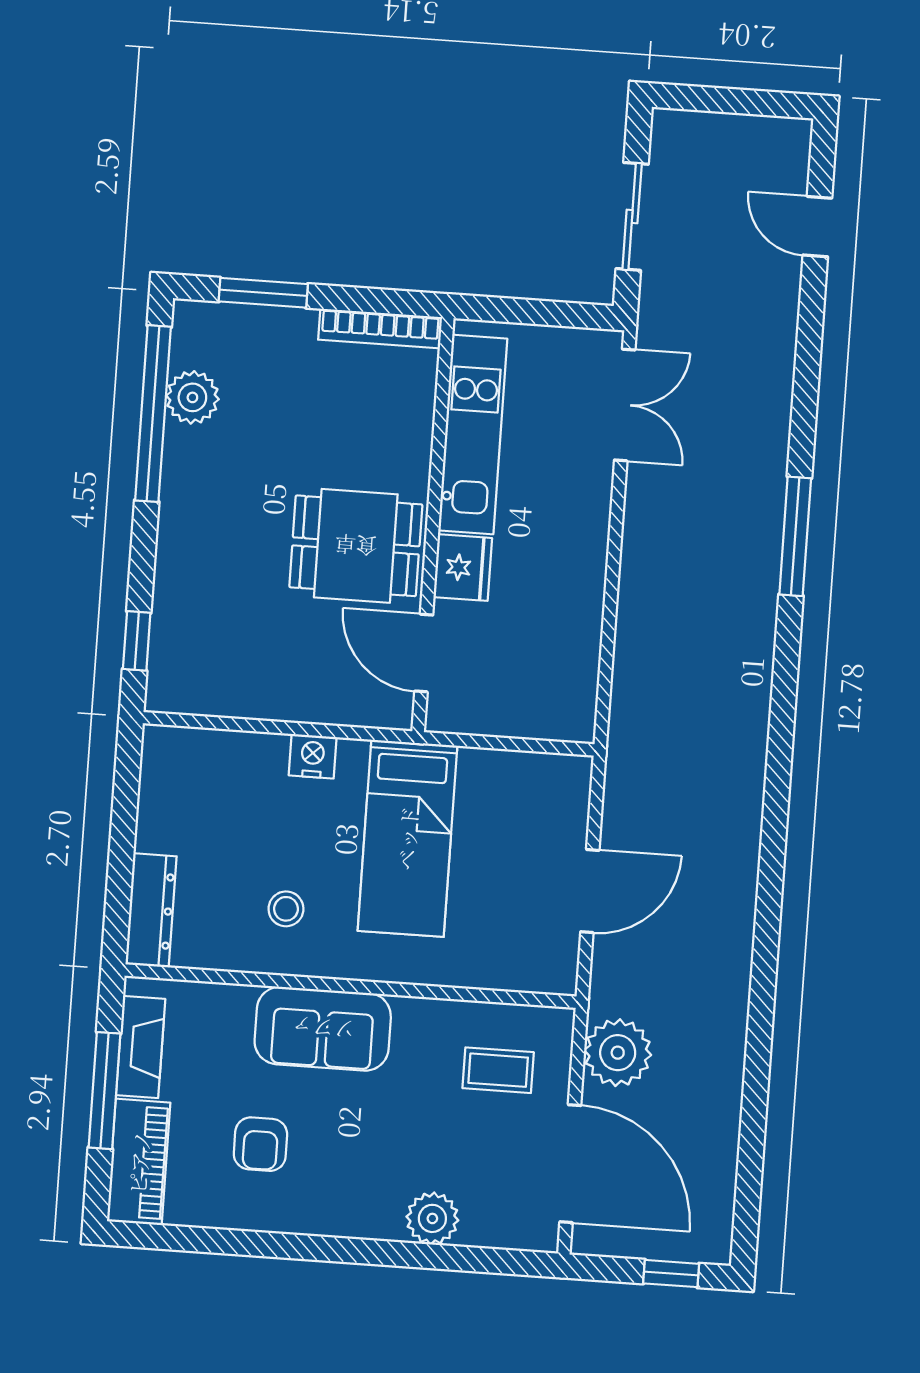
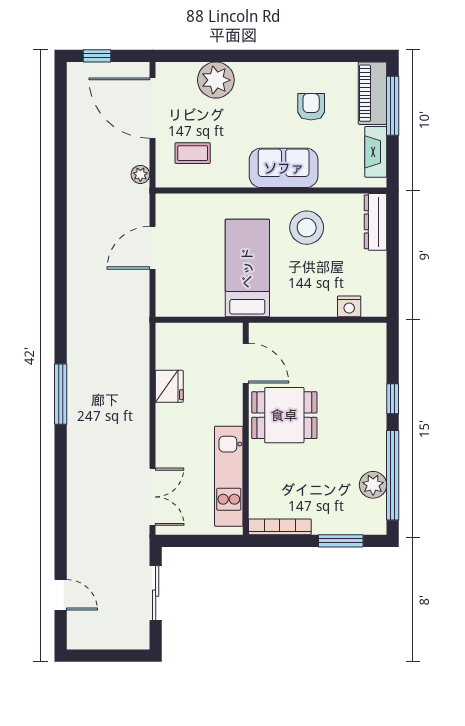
double door: (625, 405) -> (152, 497), swing flipped
window: (795, 536) -> (61, 394), moved
fridge: (463, 568) -> (169, 386), moved, turned 180
window: (137, 641) -> (393, 399), moved
nightstand: (313, 756) -> (349, 306), moved
stool: (286, 909) -> (307, 228), width x1.89, depth x1.89
plant: (618, 1053) -> (140, 174), width x0.53, depth x0.53
window: (104, 1091) -> (393, 106), moved
plant: (432, 1218) -> (216, 80), width x1.36, depth x1.36

